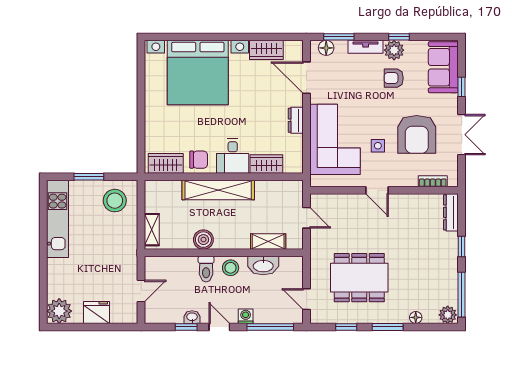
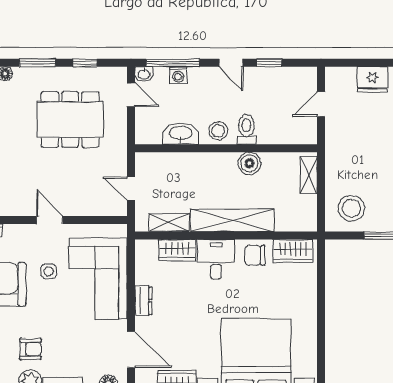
shelving: (268, 242) -> (169, 223), moved
washing machine: (246, 316) -> (178, 75), moved
washbasin: (192, 317) -> (144, 74), moved

